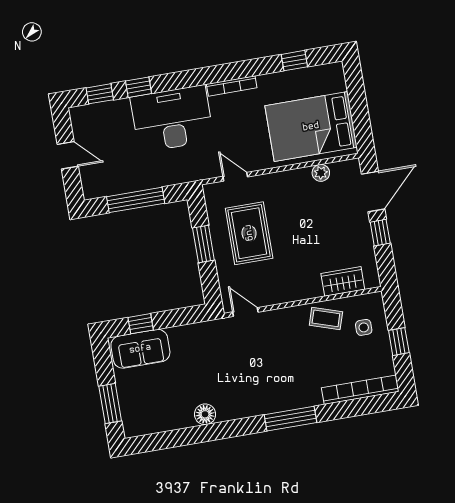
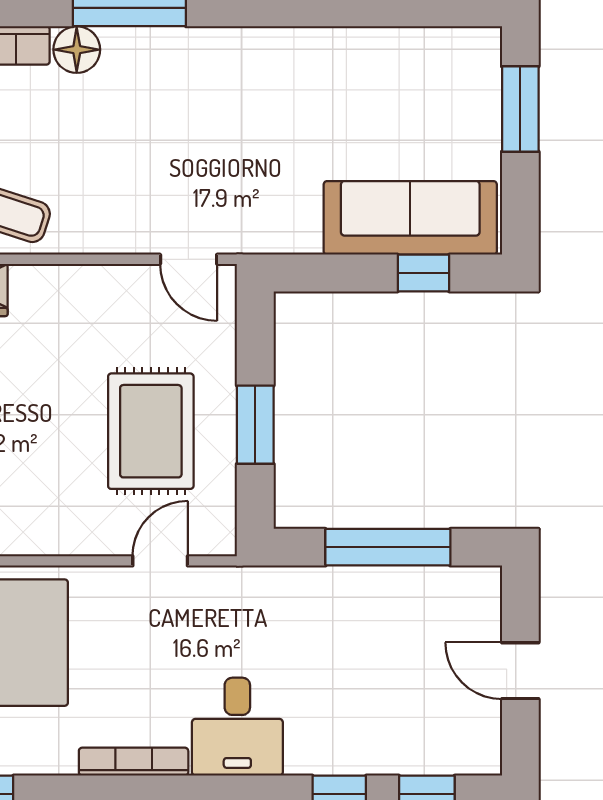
desk: (172, 119) -> (237, 727), width x0.53, depth x0.77
door: (235, 177) -> (160, 561), swing flipped
sofa: (140, 349) -> (410, 218), width x1.36
floor lamp: (205, 414) -> (77, 50), moved

